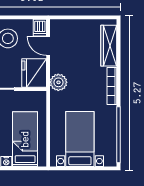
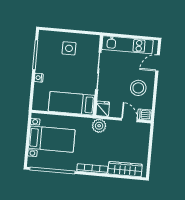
door: (48, 46) -> (129, 120), hinge flipped
fridge: (34, 73) -> (103, 109), width x0.53, depth x0.75
bed: (25, 139) -> (72, 103), moved, turned 180

